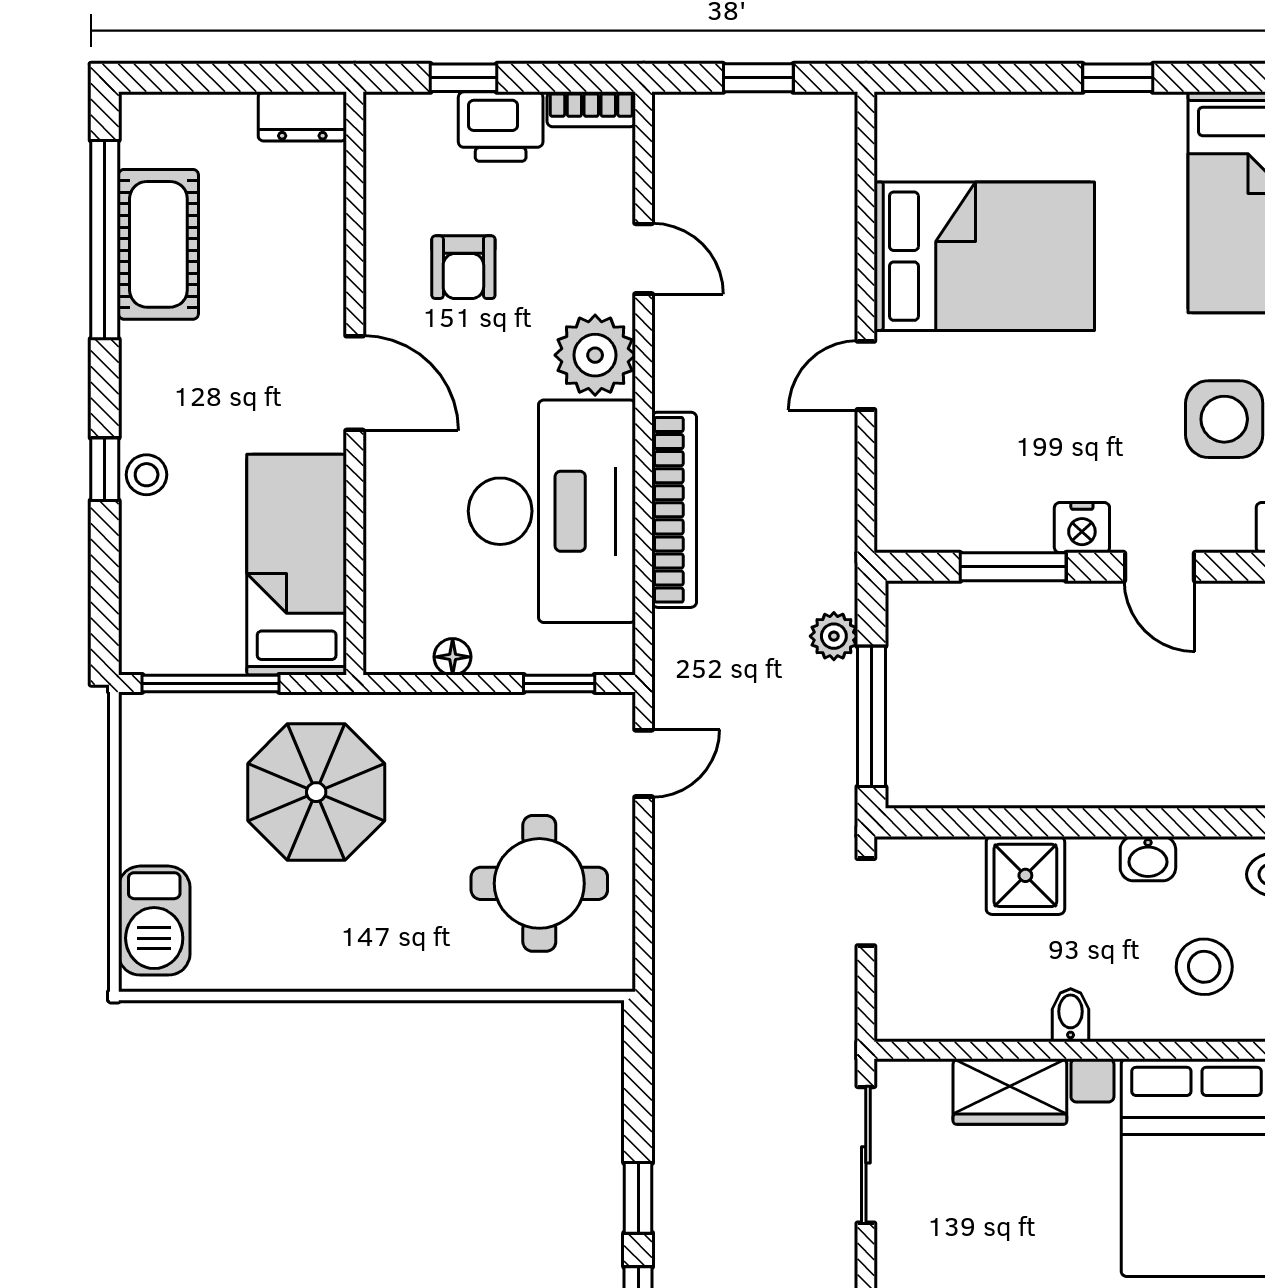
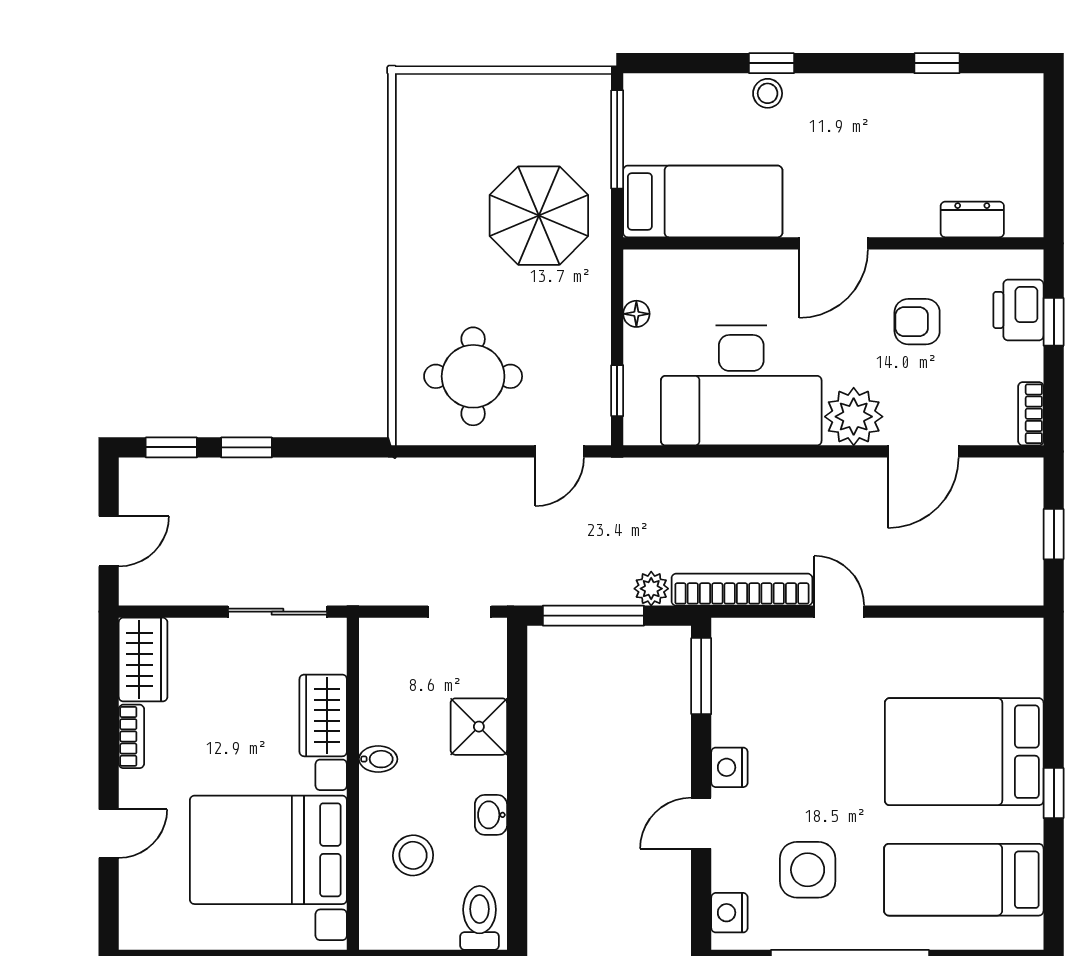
dresser: (302, 116) -> (972, 219), moved, turned 90
printer: (501, 127) -> (1018, 310), moved
window: (105, 240) -> (937, 63), width x0.32
cot: (158, 244) -> (934, 102), removed
bed: (984, 256) -> (964, 752), moved, turned 90
door: (644, 259) -> (923, 451), width x1.38
bookcase: (674, 510) -> (742, 590), moved, turned 180
window: (1013, 567) -> (701, 676), moved
door: (644, 763) -> (560, 451), hinge flipped
barbecue: (154, 921) -> (446, 99), removed

